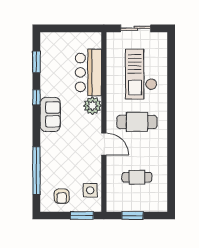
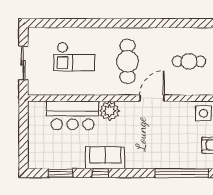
checkout: (141, 74) -> (74, 57), width x0.73, depth x0.83
sofa: (50, 114) -> (105, 158), moved
cafe table: (137, 177) -> (189, 61), turned 90

